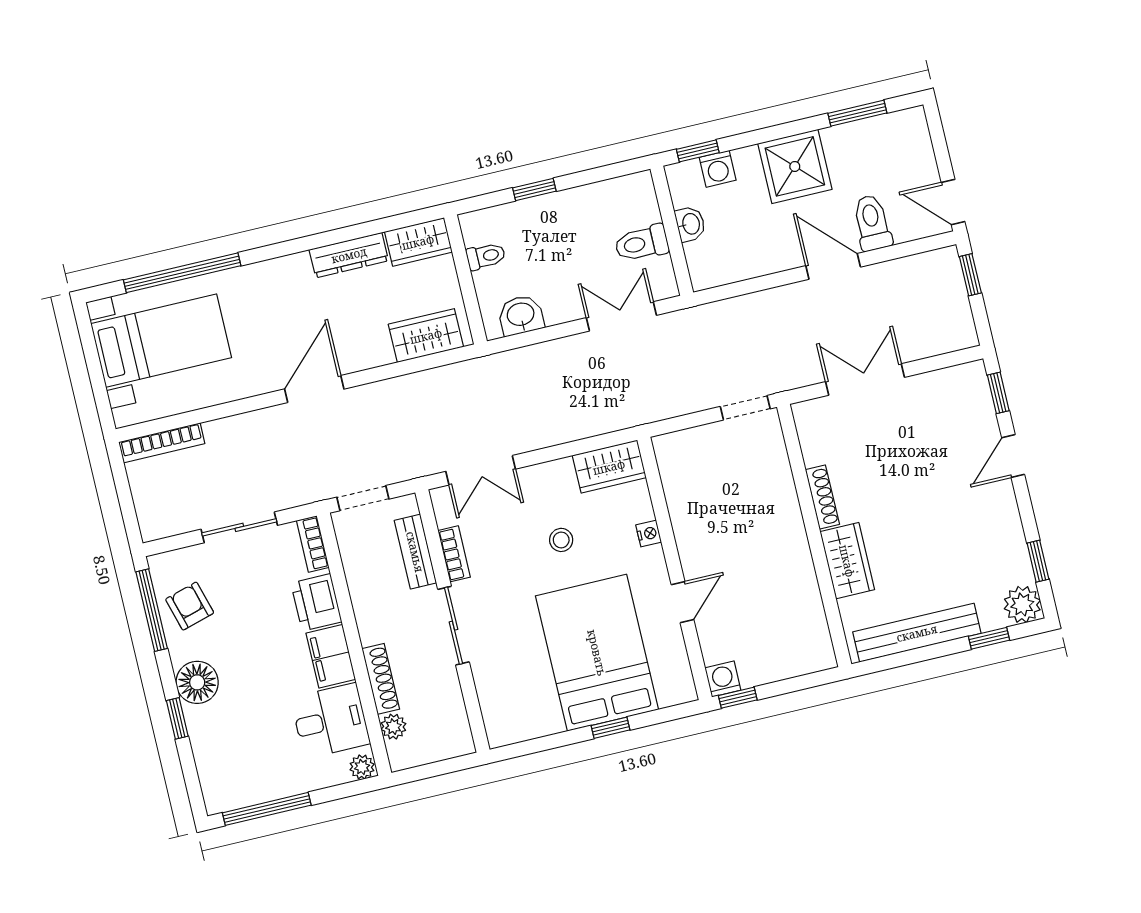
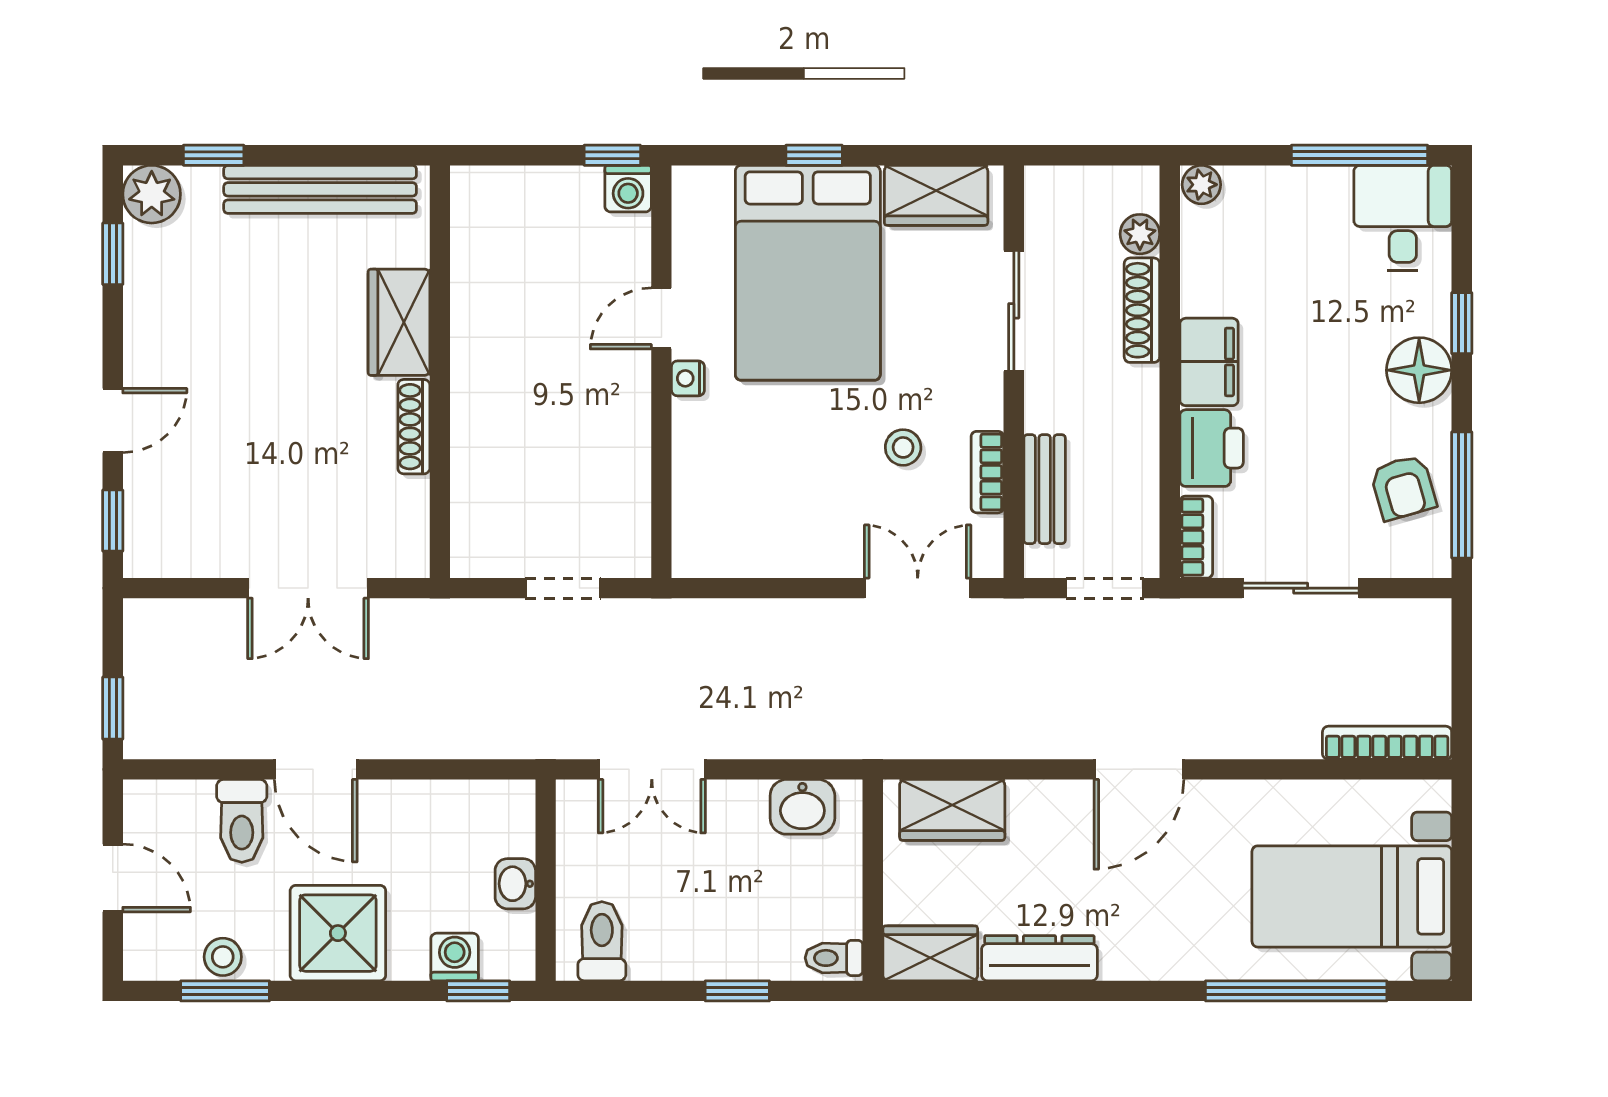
stool: (864, 134) -> (223, 957), added
door: (953, 202) -> (113, 878), moved
toilet: (642, 243) -> (602, 941), moved, turned -90
toilet: (486, 256) -> (834, 958), moved
doorway: (745, 408) -> (563, 588), moved
wardrobe: (609, 467) -> (936, 195), moved, turned 180
nightstand: (649, 534) -> (688, 378), moved
stool: (561, 540) -> (903, 447), moved
sliding door: (454, 626) -> (1014, 311), moved
desk: (330, 721) -> (1403, 218), moved, turned 90

